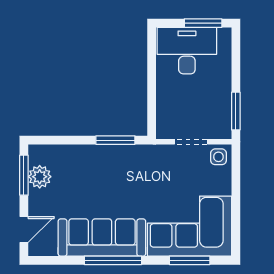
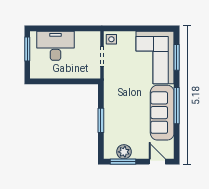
desk: (187, 51) -> (56, 46), moved, turned 90
window: (236, 111) -> (83, 28), removed
window: (115, 140) -> (101, 120), moved

